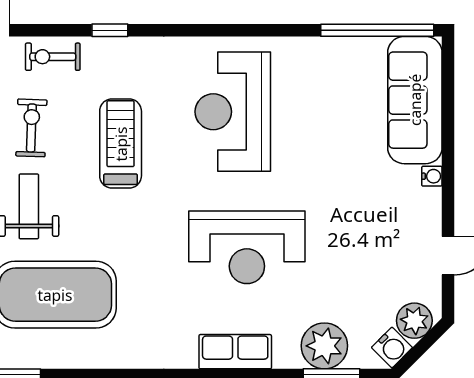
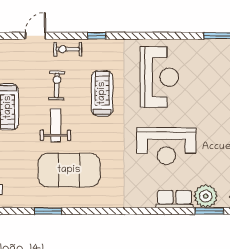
reception desk: (233, 112) -> (159, 77), turned 180
row of seats: (235, 352) -> (174, 199), moved

